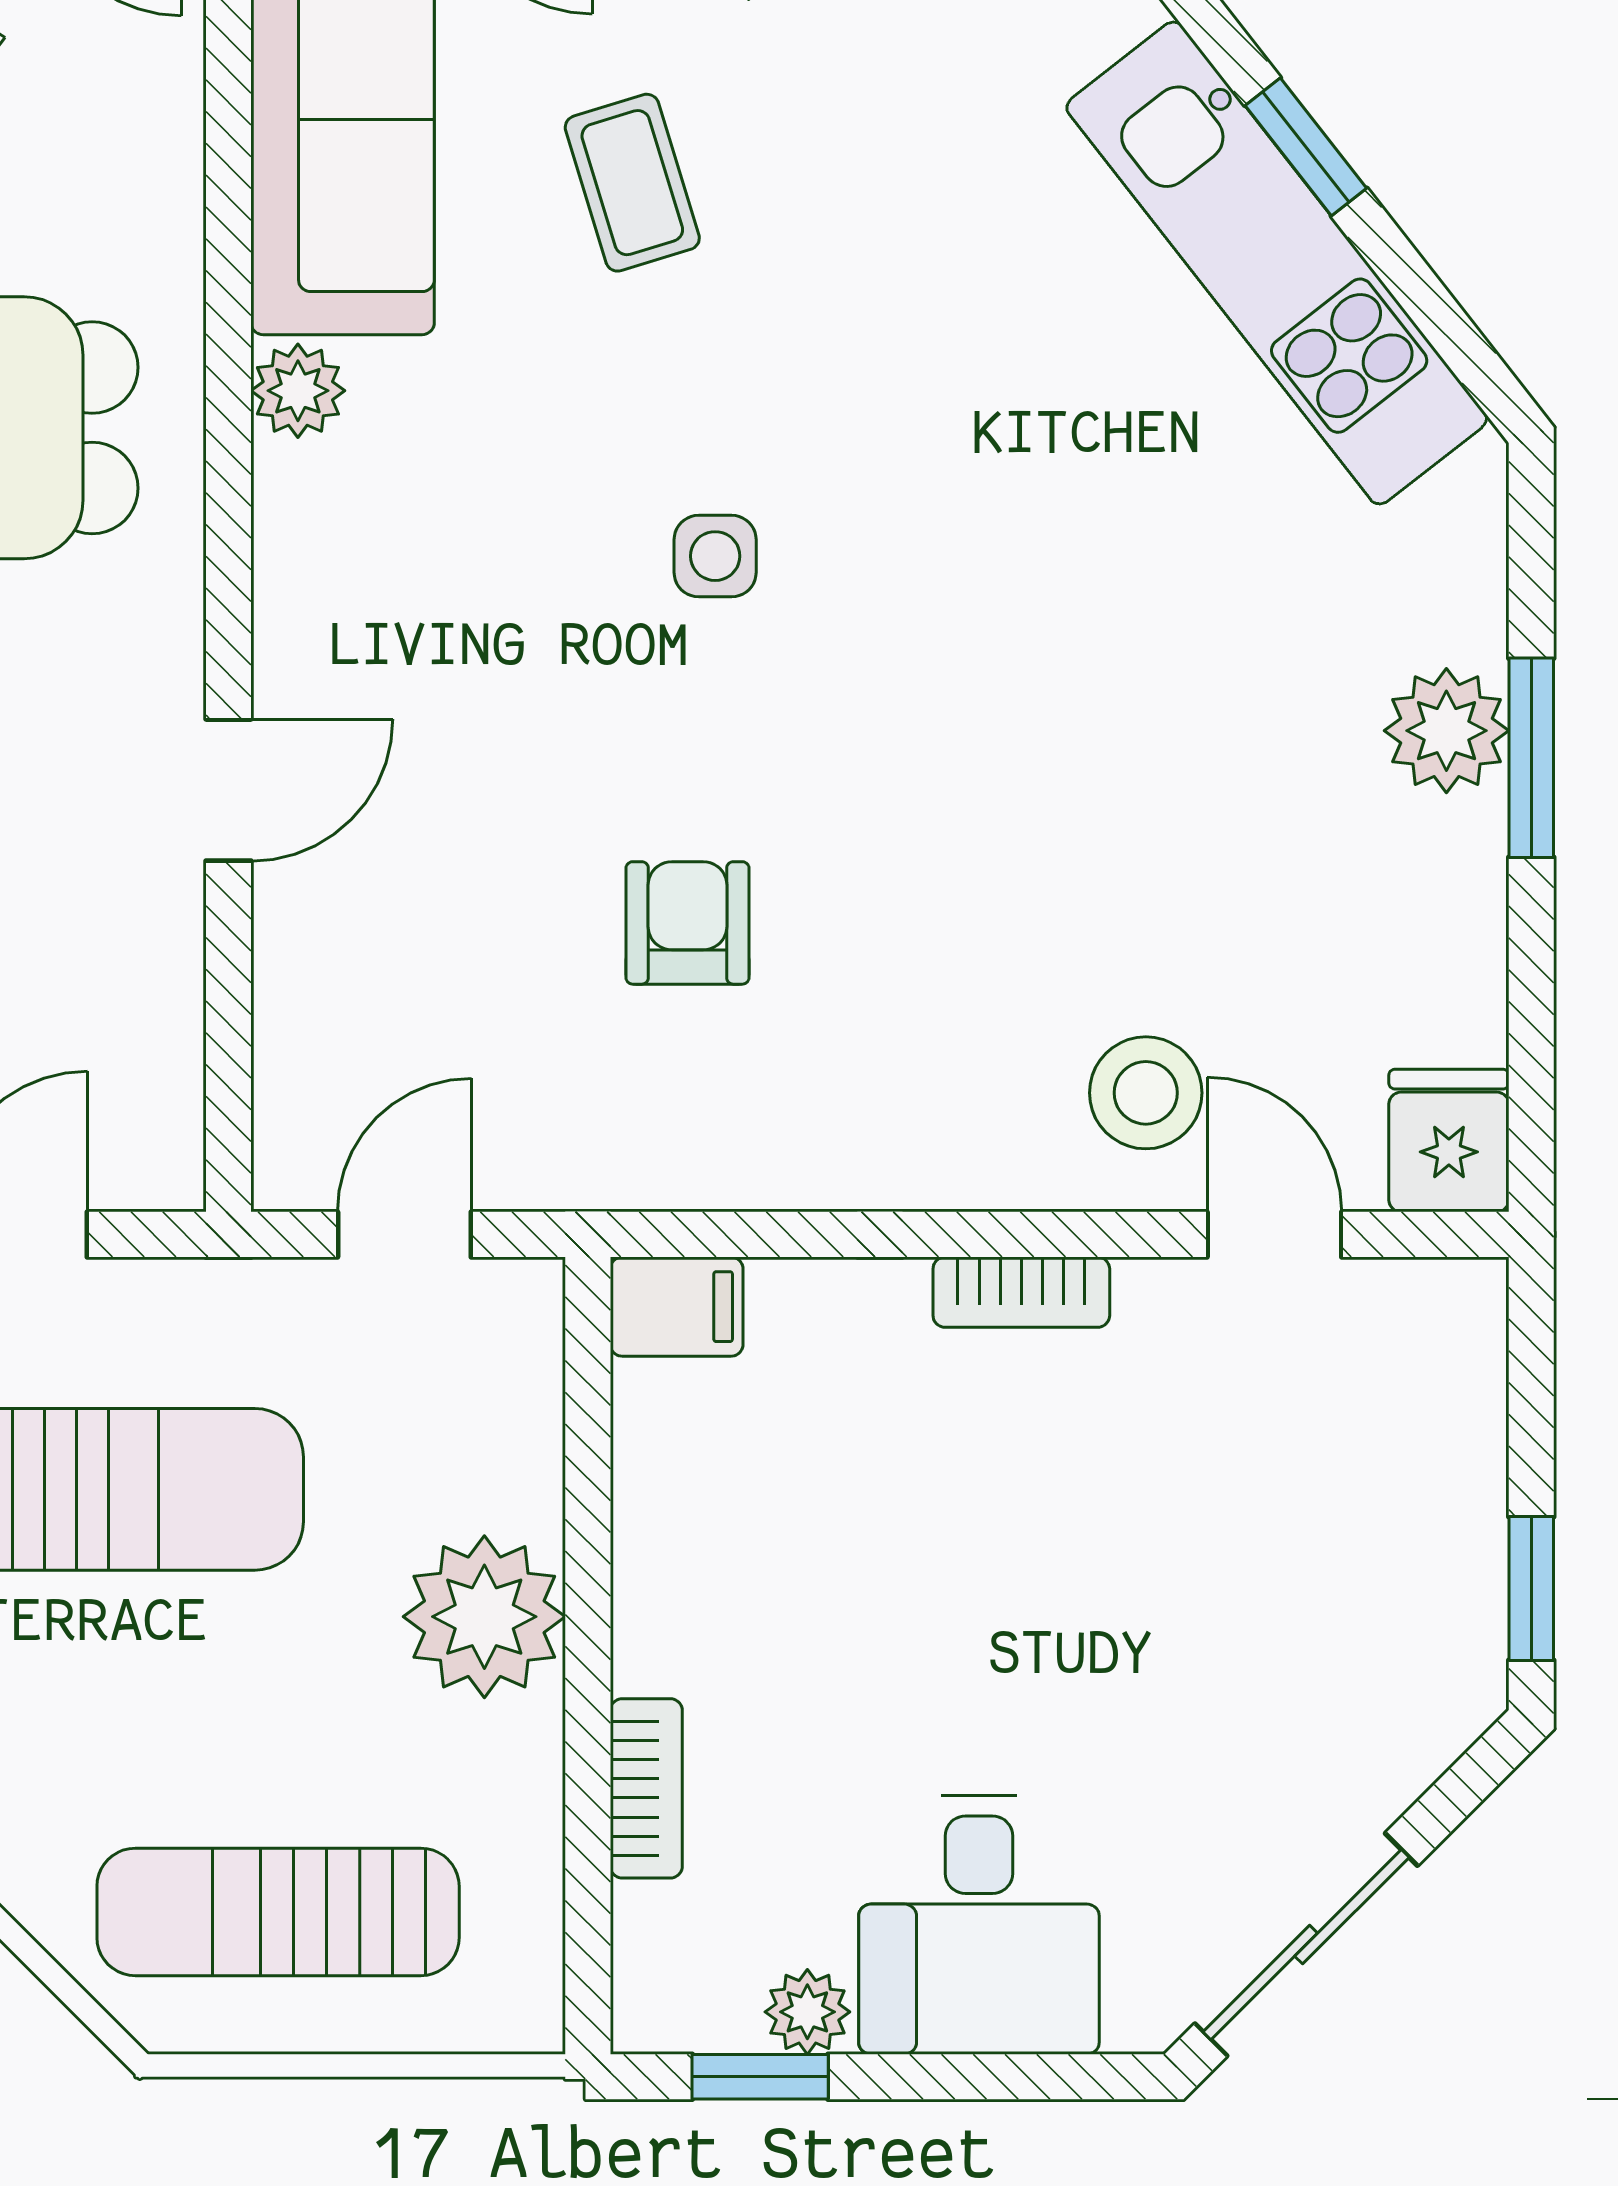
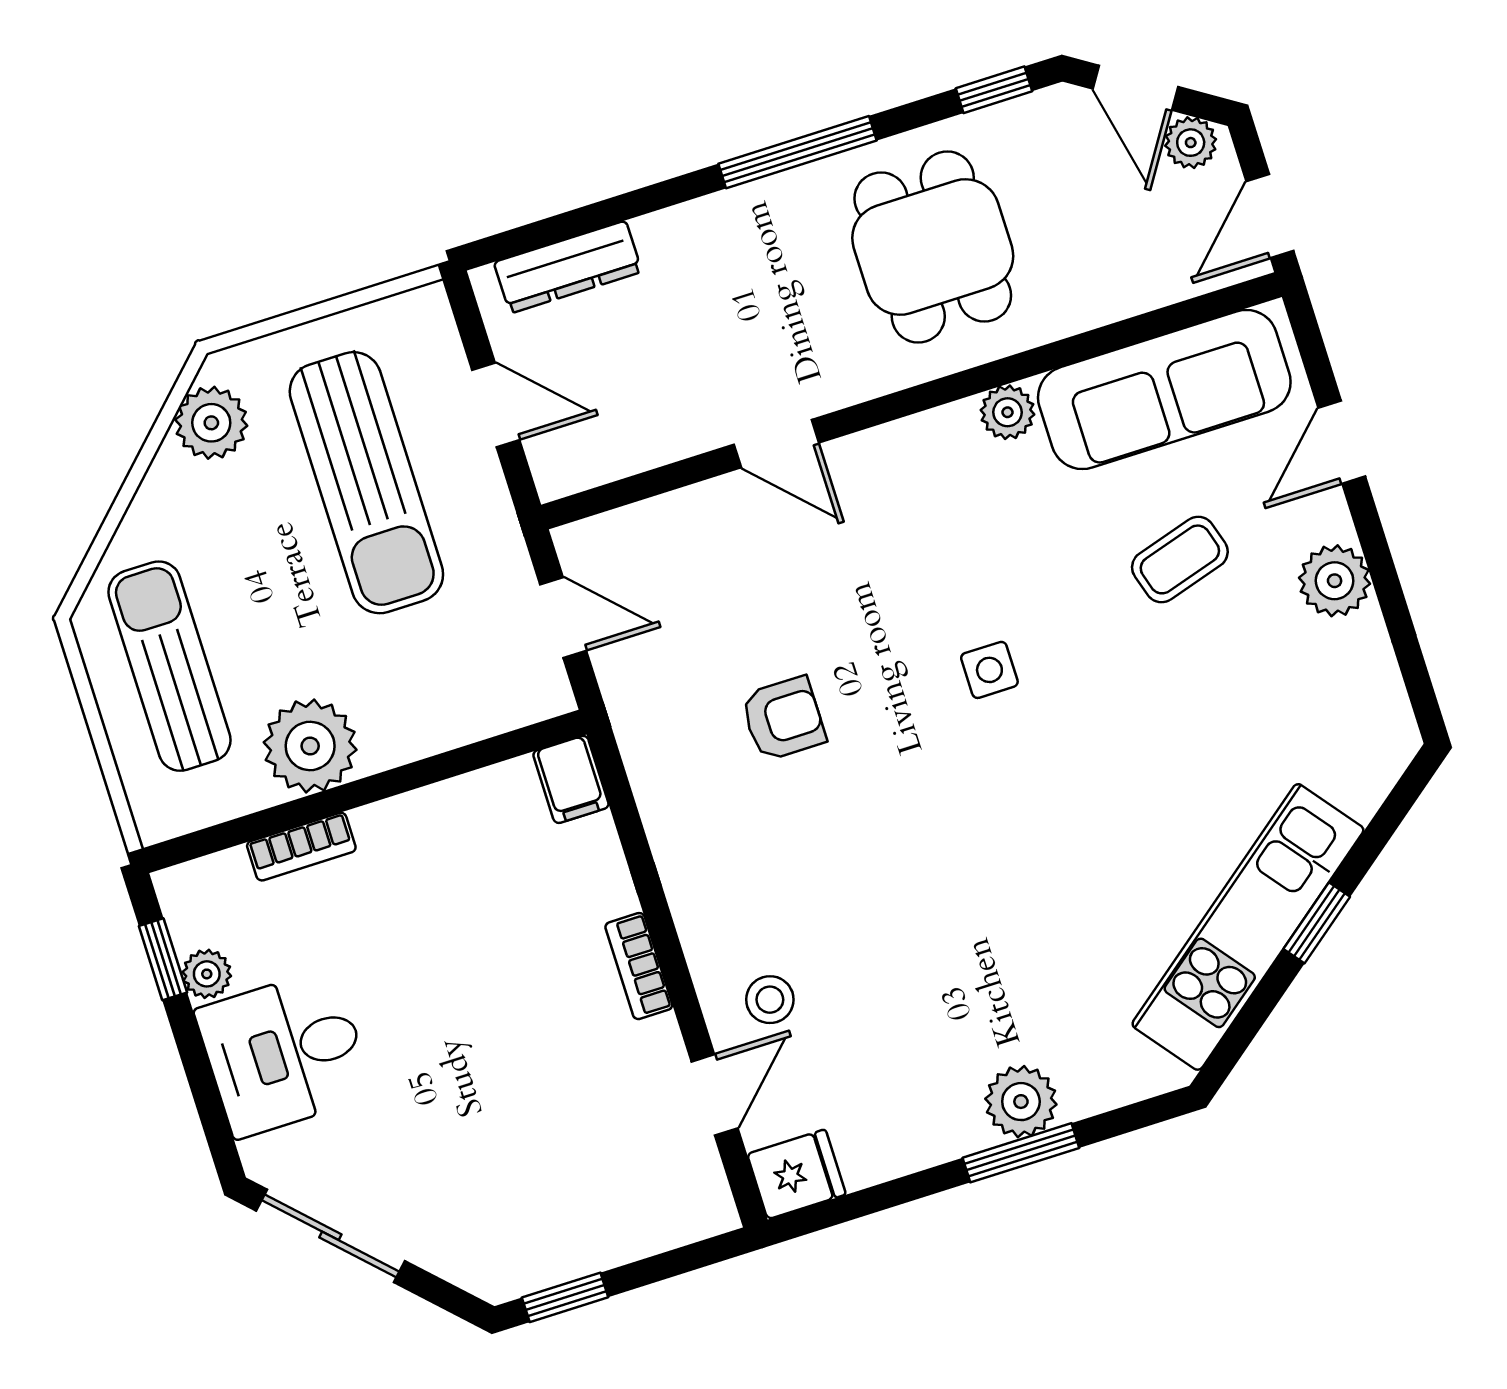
stool: (1146, 1093) -> (770, 1000), width x0.73, depth x0.73
plant: (484, 1617) -> (310, 746), moved

